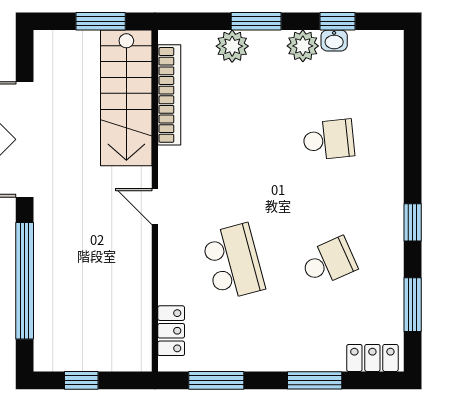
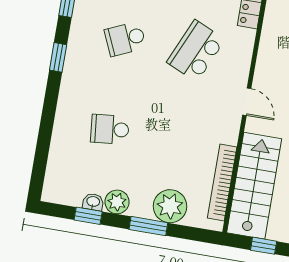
window: (101, 21) -> (264, 246), width x0.67
plant: (232, 46) -> (170, 206), width x1.36, depth x1.36
school desk: (233, 262) -> (196, 51), turned 39

